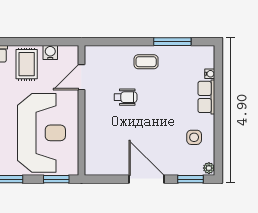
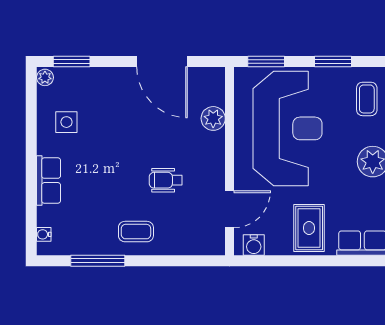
water cooler: (50, 52) -> (254, 245), moved
water cooler: (210, 74) -> (44, 234), moved
reception desk: (41, 133) -> (287, 128), turned 180
plant: (93, 140) -> (213, 118), added
door: (147, 179) -> (162, 61), moved

